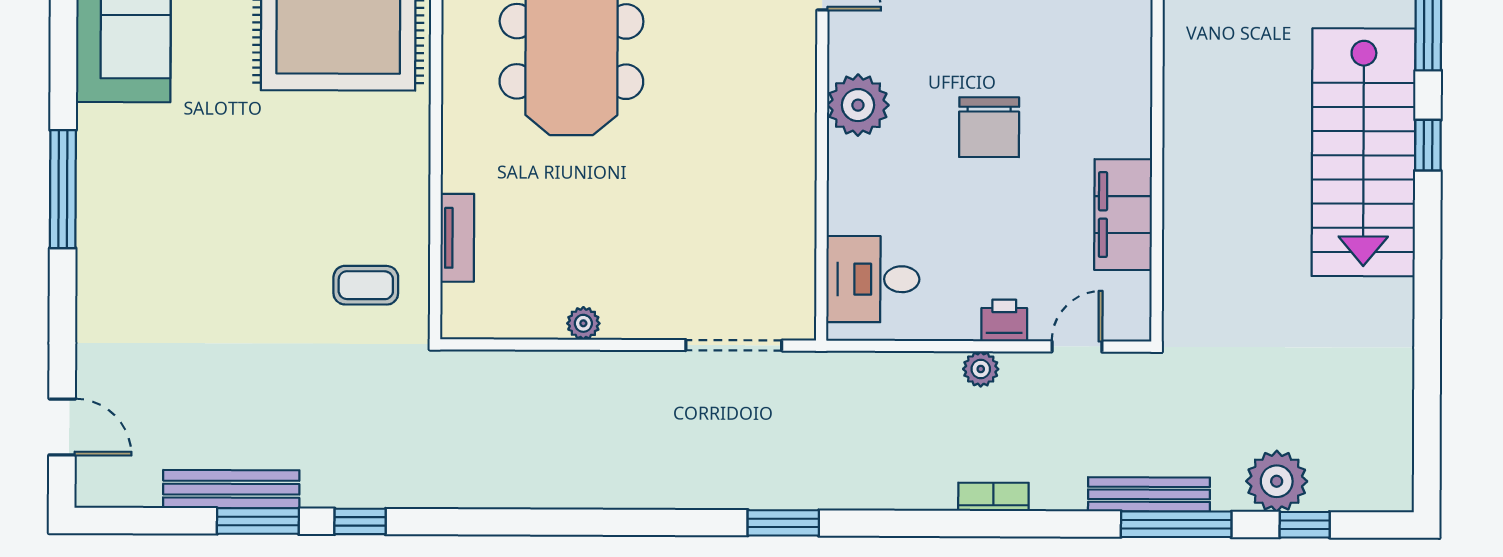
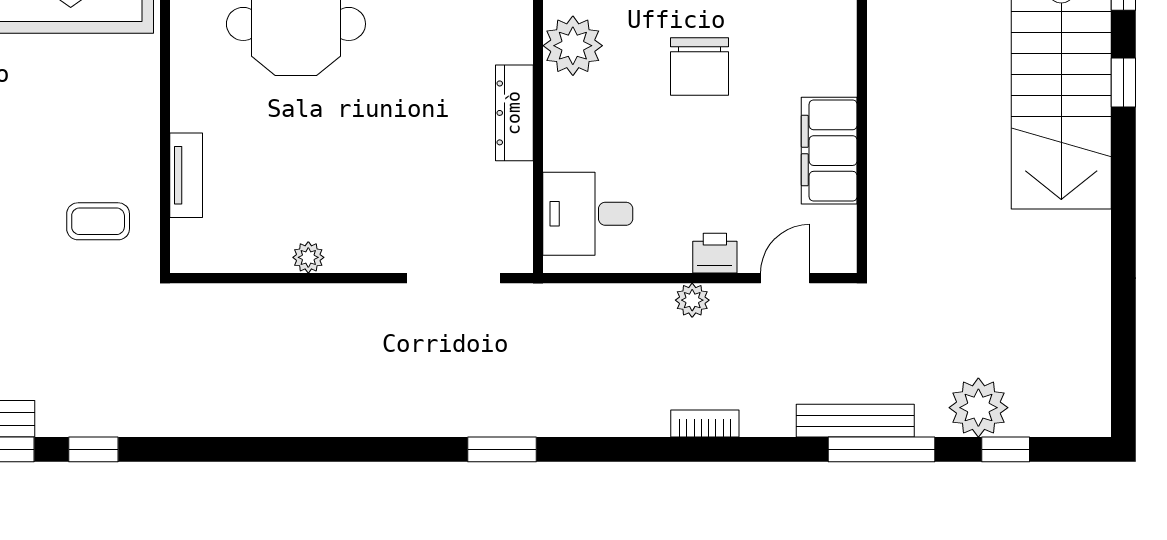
dresser: (797, 174) -> (514, 113), added

